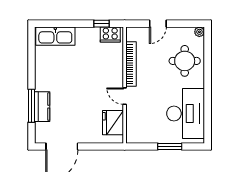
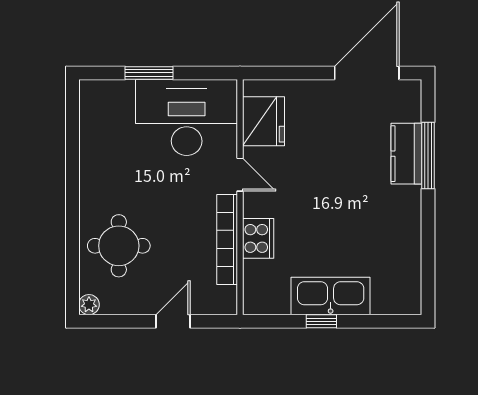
window: (101, 24) -> (321, 321), moved
cooker: (110, 34) -> (258, 238), moved, turned 90
kitchen sink: (55, 36) -> (331, 296), moved
desk: (186, 114) -> (187, 117), moved, turned 90

